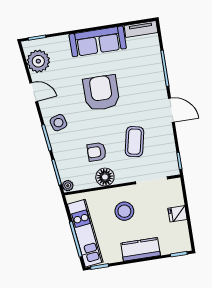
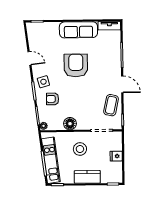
plant: (38, 61) -> (36, 38), removed
coffee table: (135, 142) -> (111, 105), moved
armchair: (97, 152) -> (53, 99), moved

